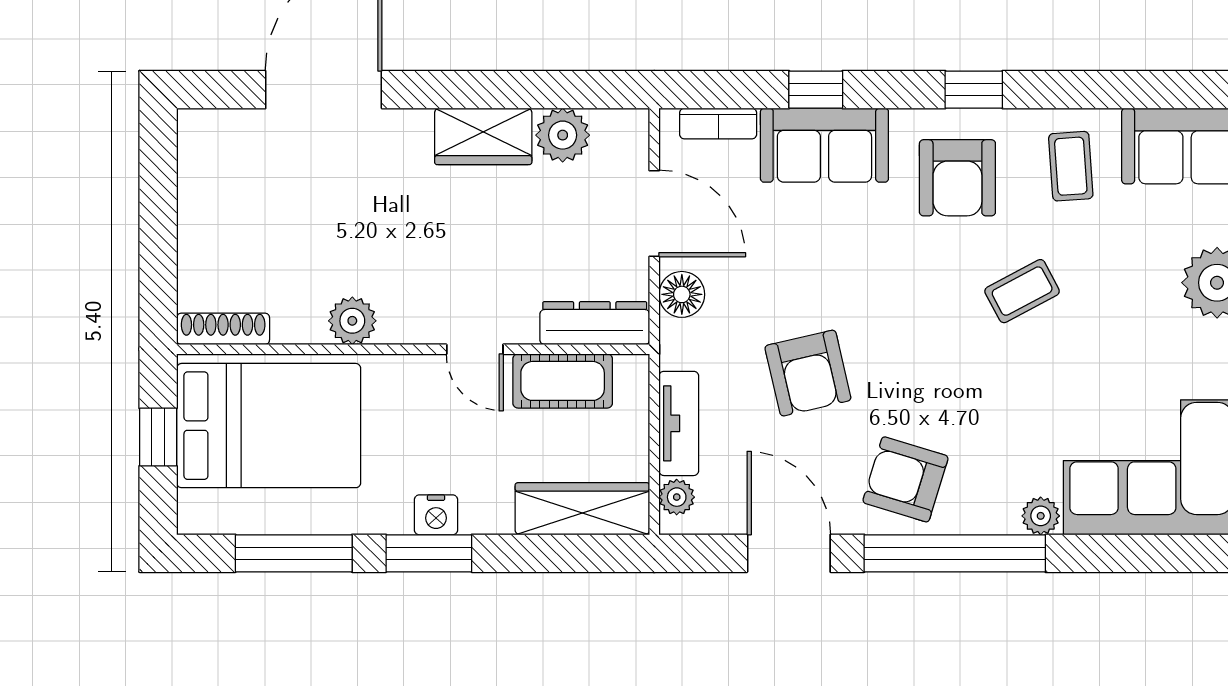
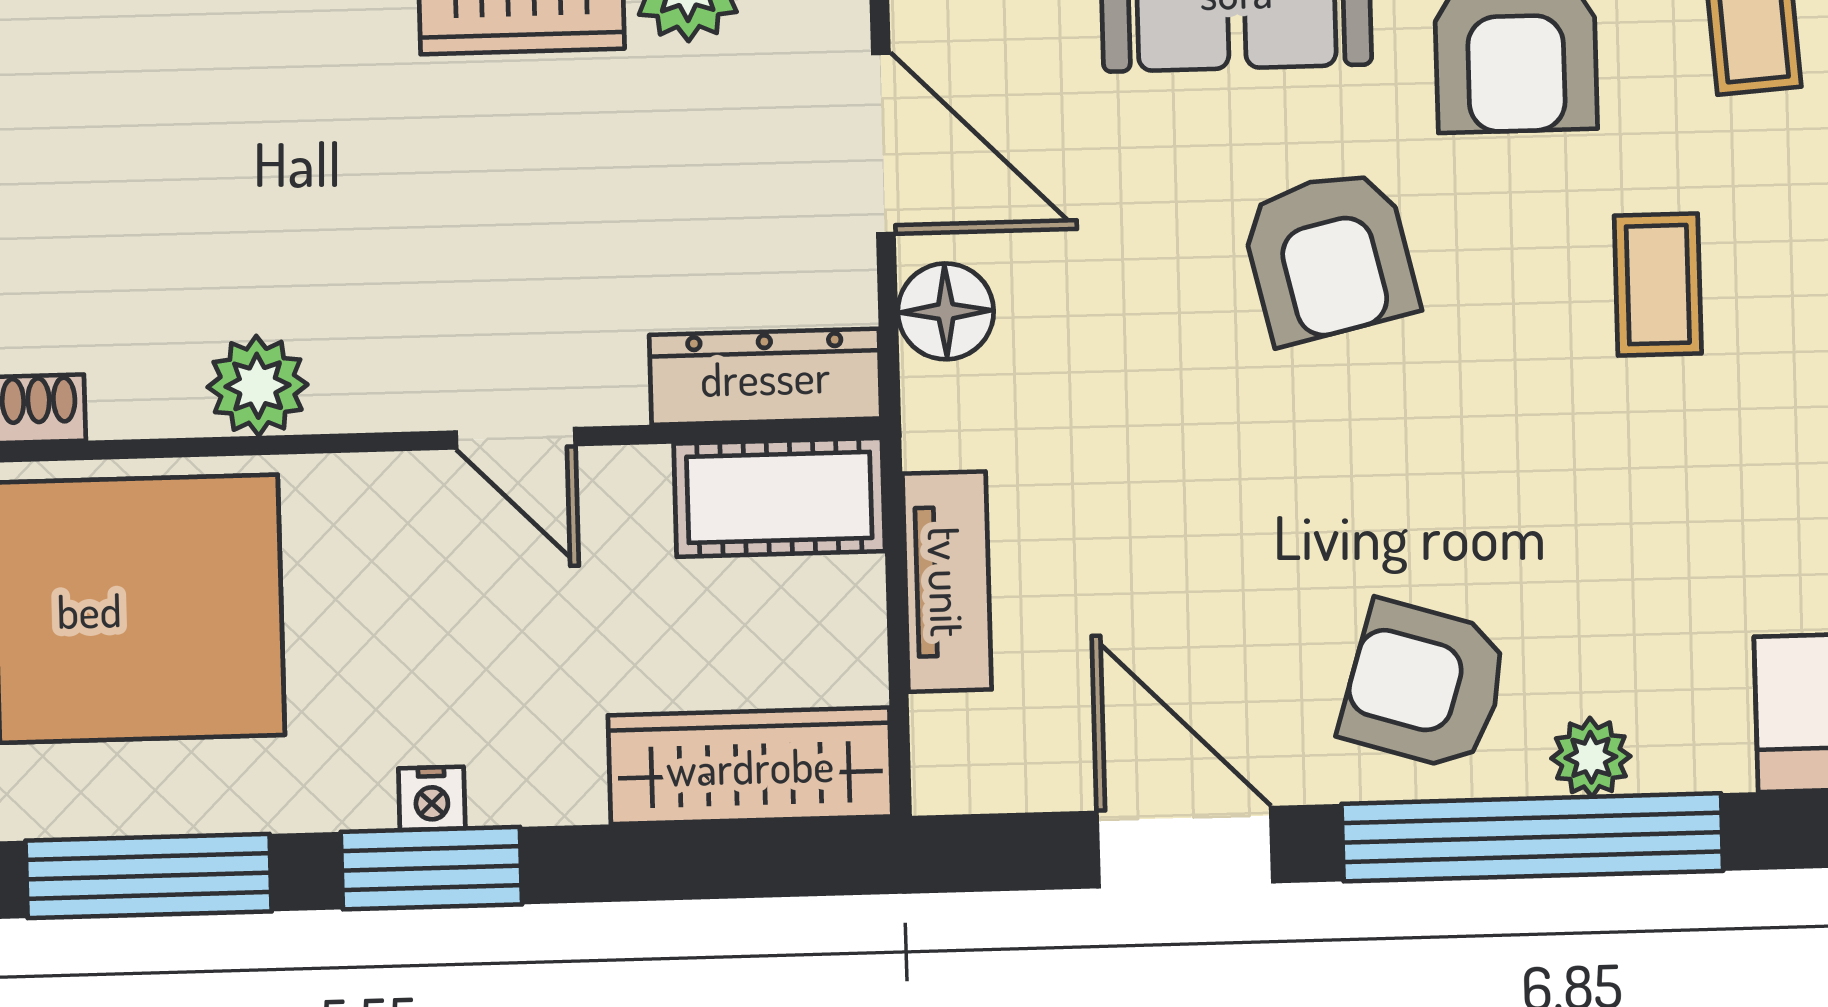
coffee table: (1022, 291) -> (1658, 285), turned -62
armchair: (808, 373) -> (1329, 256), moved
cot: (563, 381) -> (779, 497), moved
plant: (677, 497) -> (947, 736), removed
nightstand: (436, 515) -> (432, 798), width x0.72, depth x0.74
plant: (1041, 516) -> (1591, 757), moved

